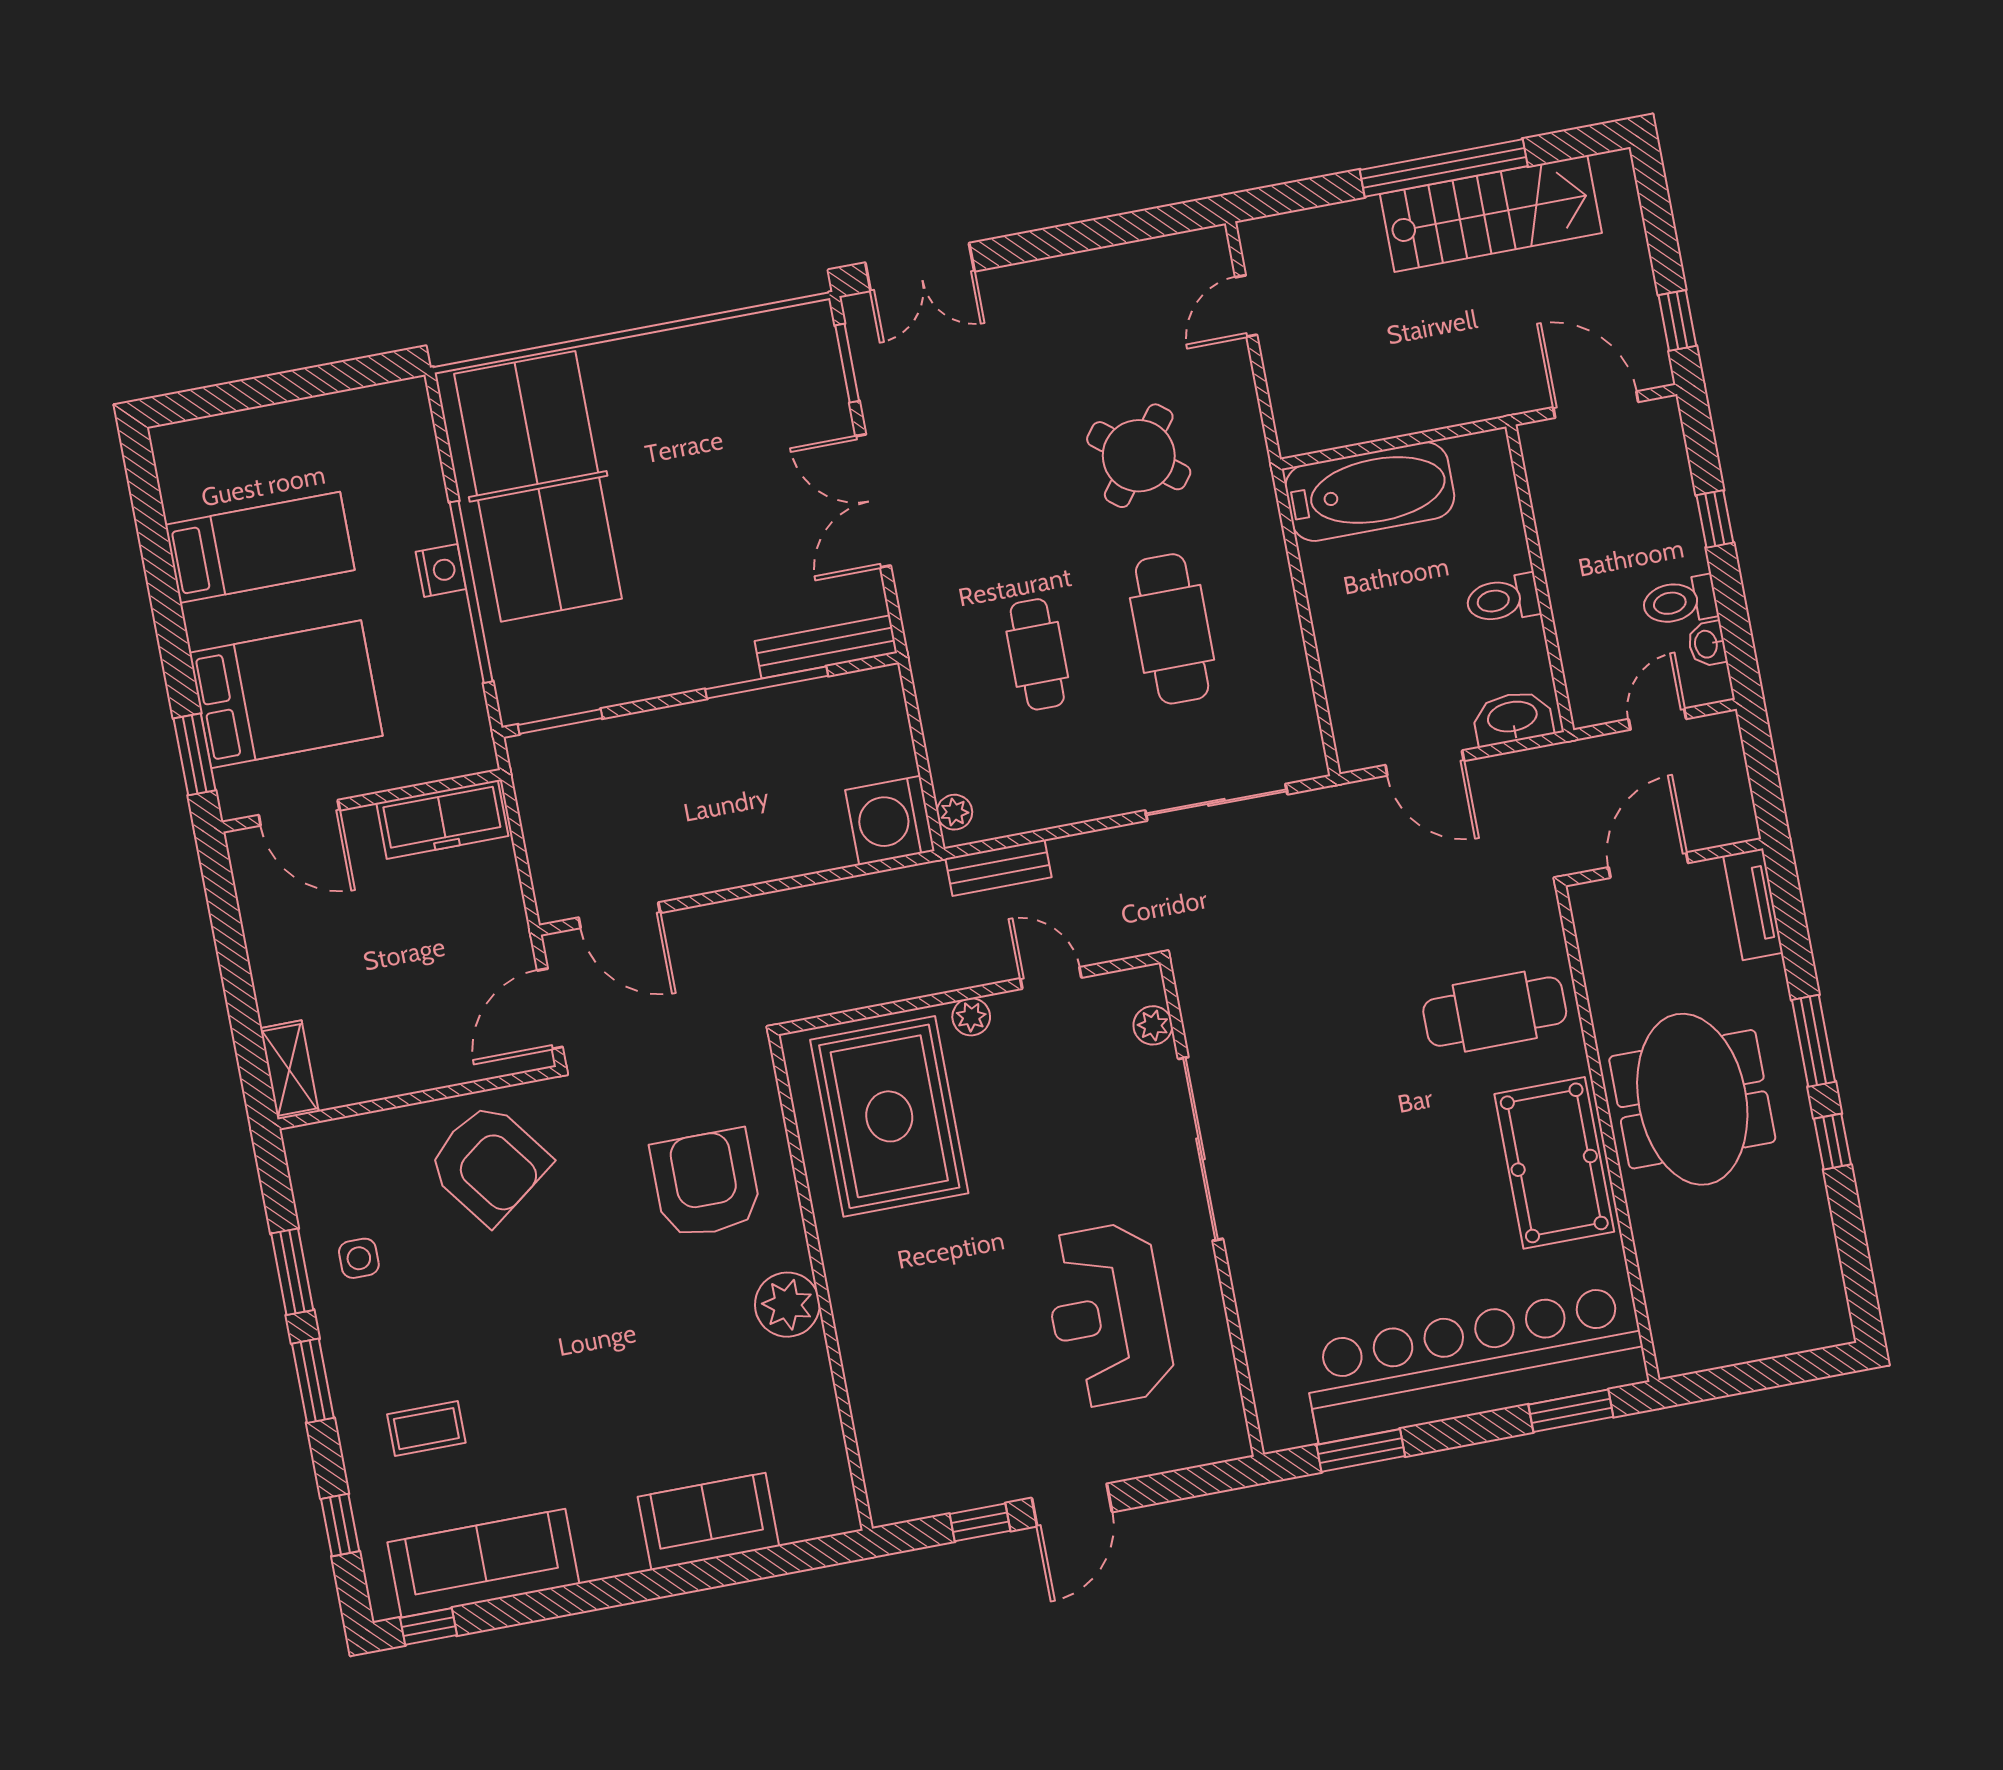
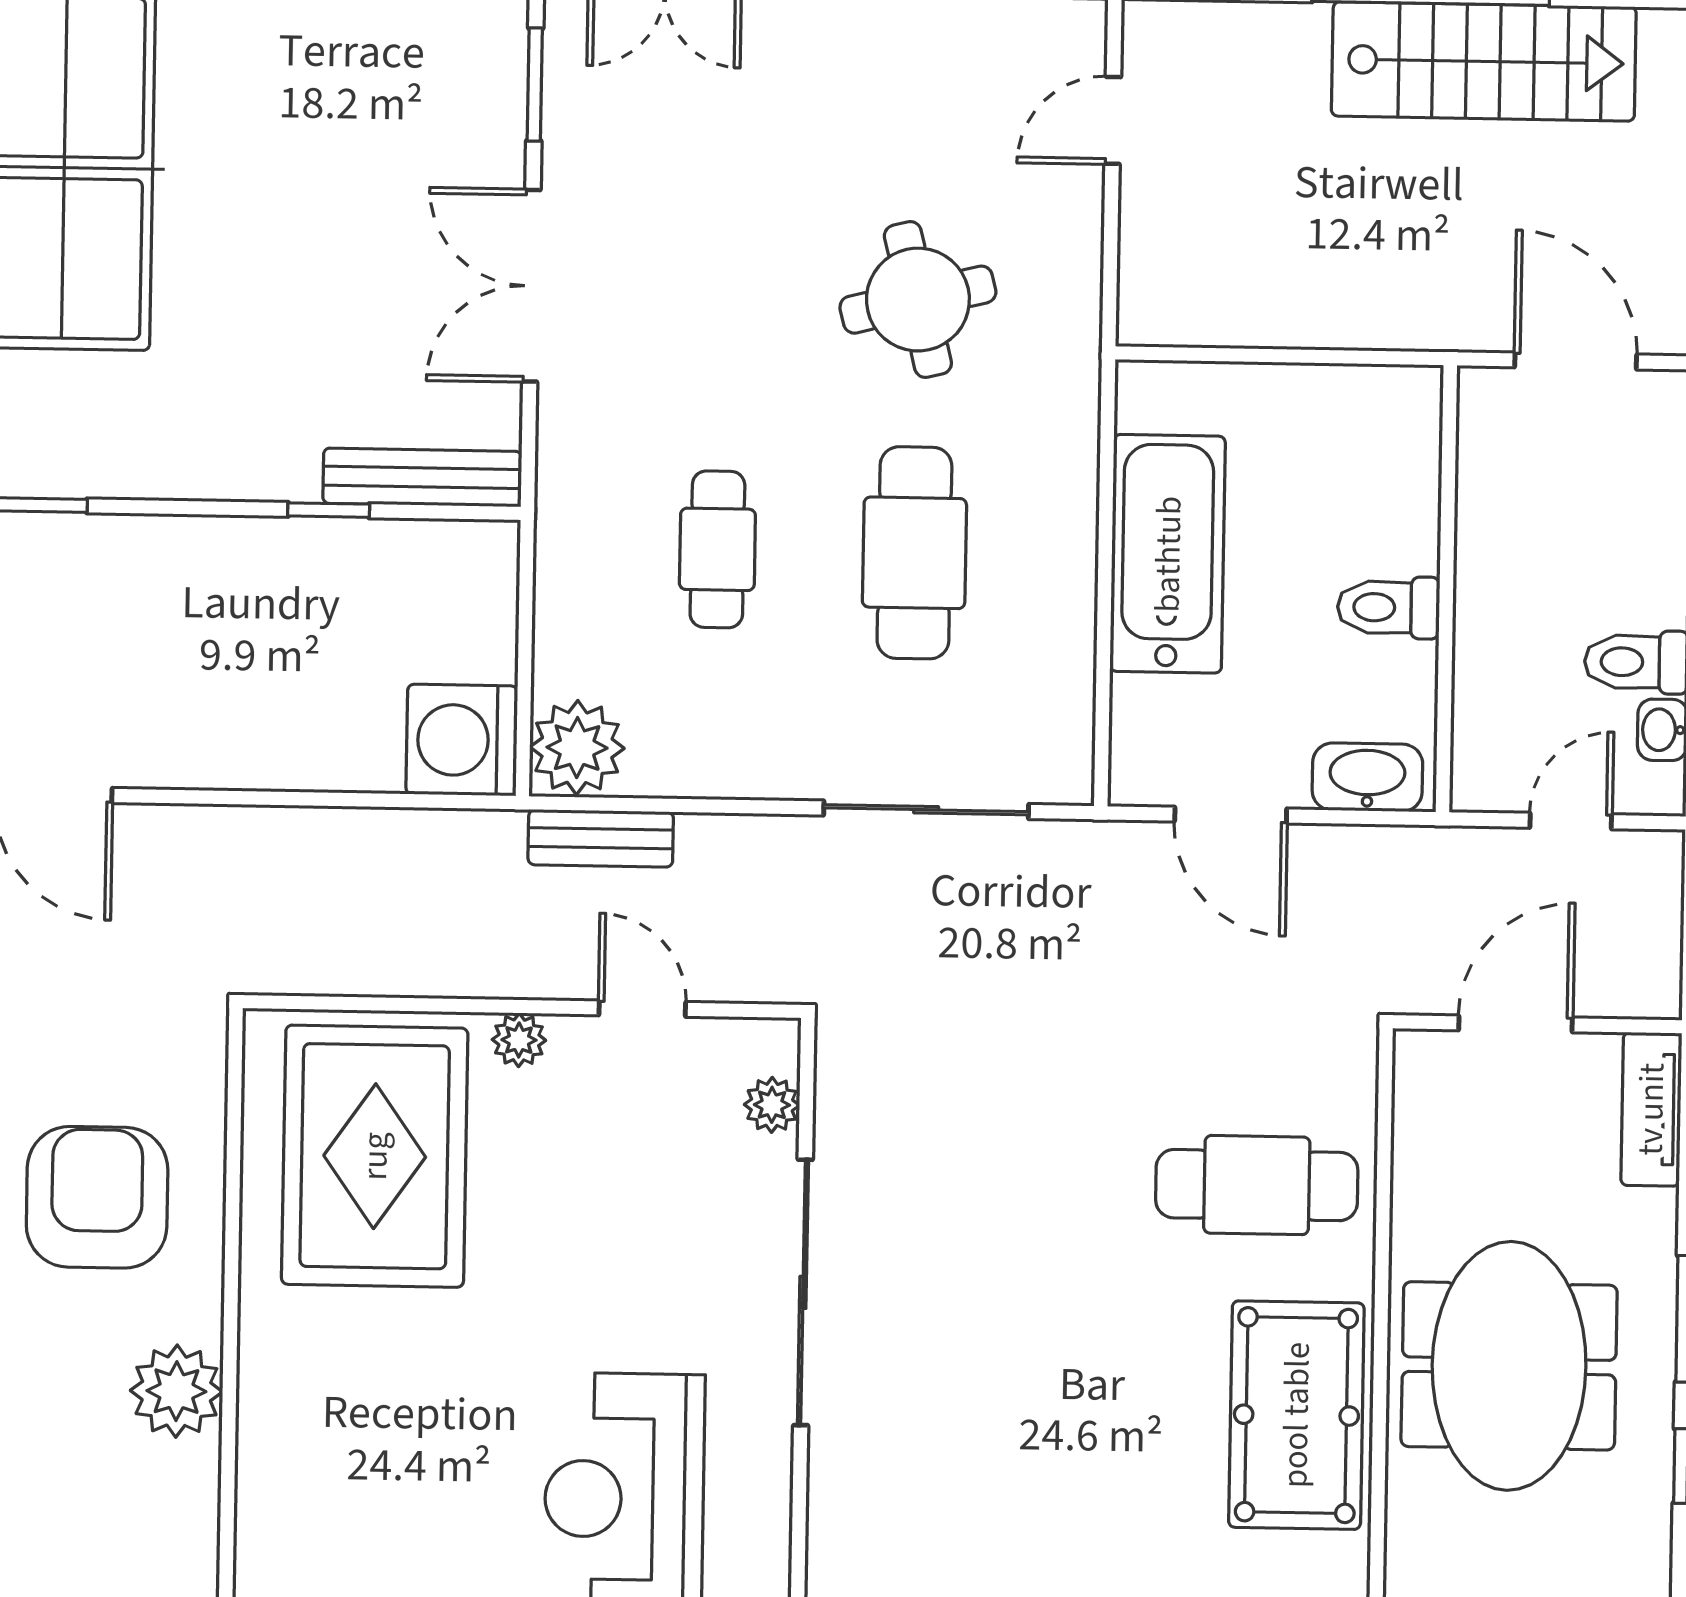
round table: (1139, 456) -> (918, 300), turned 38
bathtub: (1370, 492) -> (1168, 554), moved, turned -90
window: (767, 682) -> (329, 510), width x0.46
plant: (954, 812) -> (577, 748), width x1.88, depth x1.88

